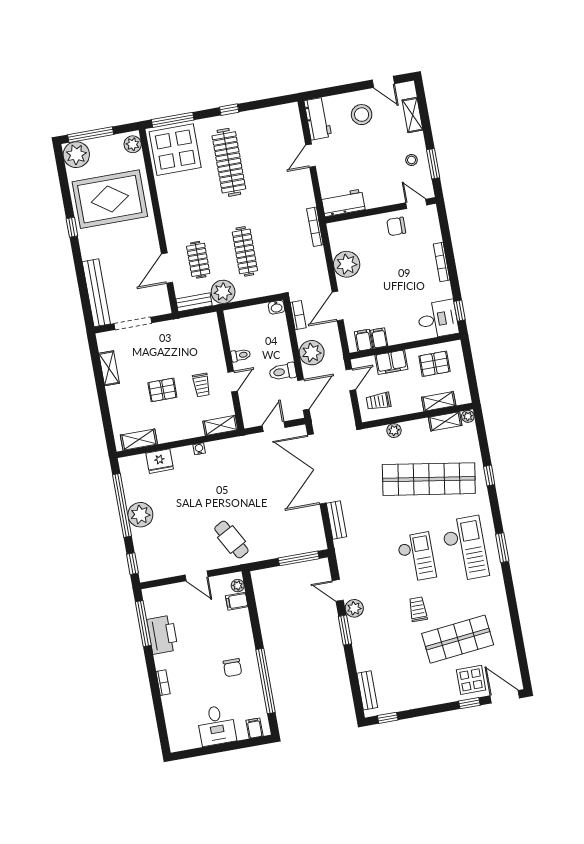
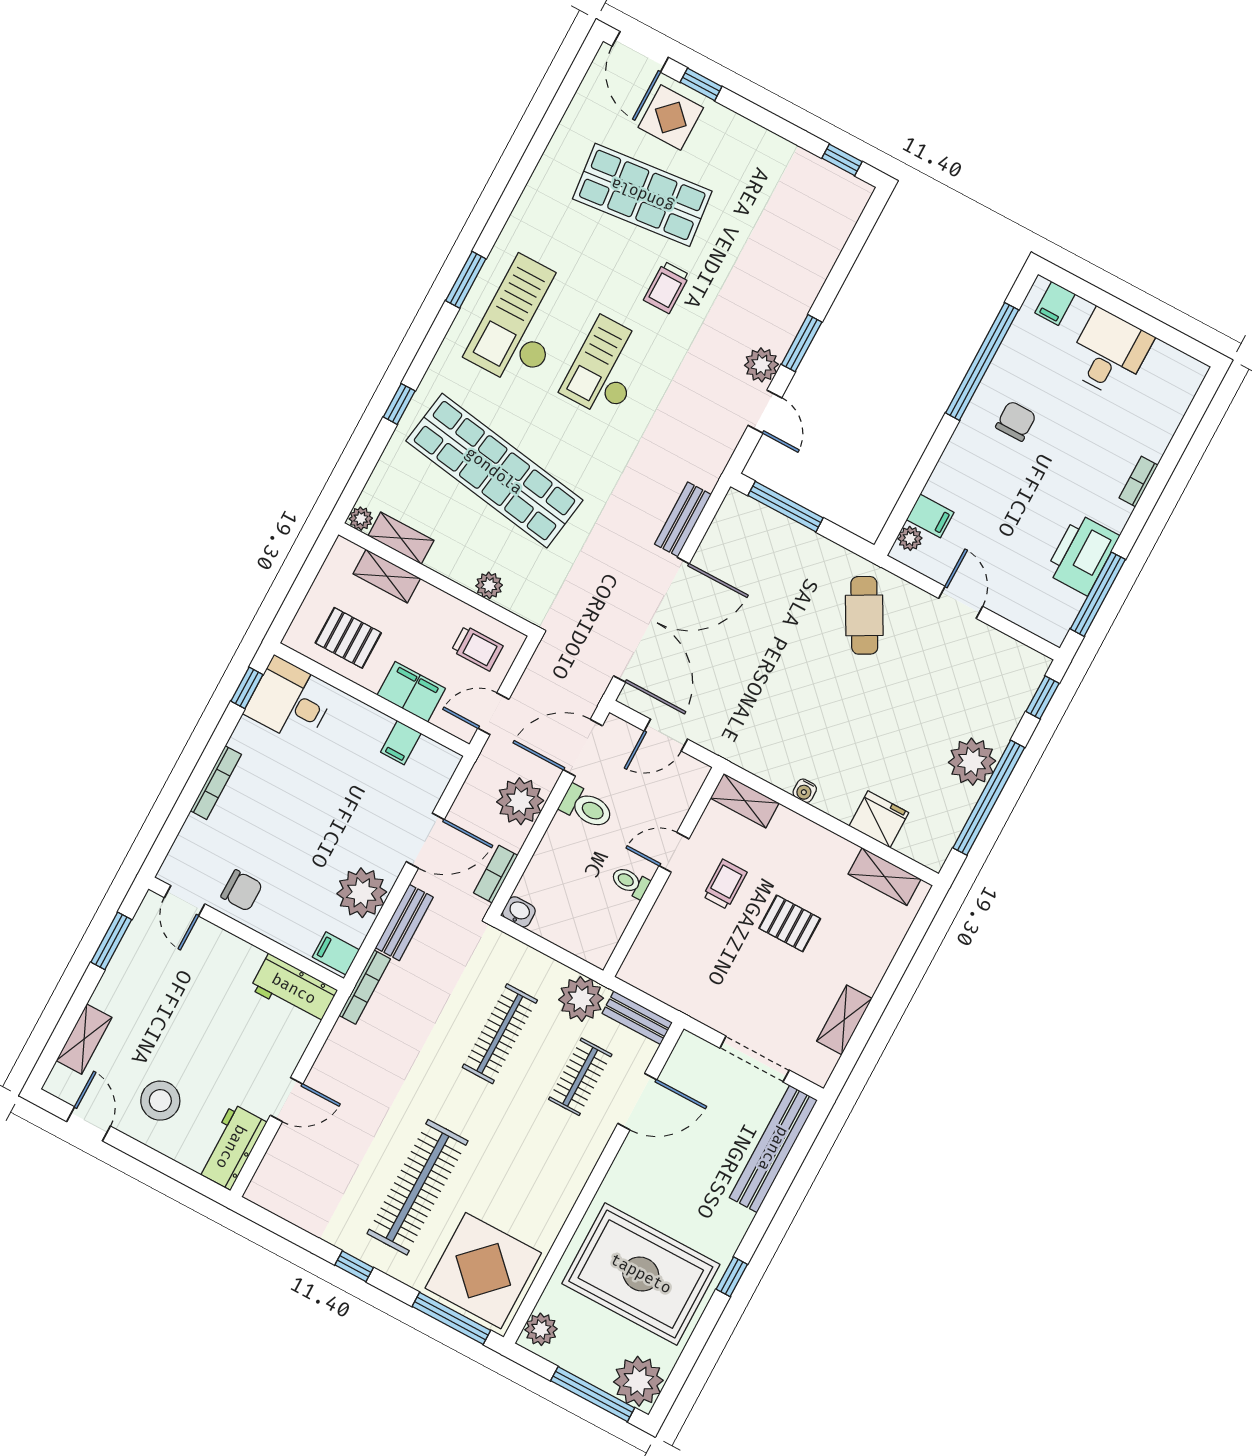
stool: (411, 160) -> (139, 972), removed
filing cabinet: (363, 340) -> (336, 953), moved, turned 90
bench: (367, 690) -> (404, 922), moved

